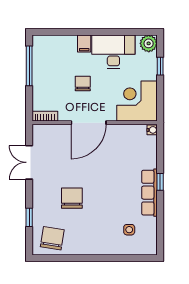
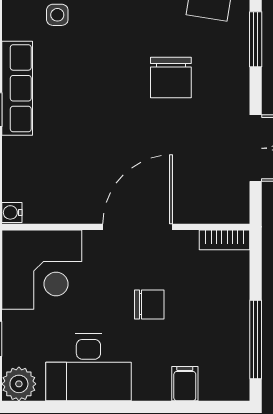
filing cabinet: (84, 44) -> (185, 384), moved
chair: (83, 84) -> (149, 304), turned -90
window: (29, 217) -> (256, 39), width x1.50

